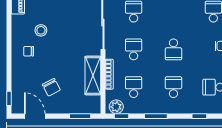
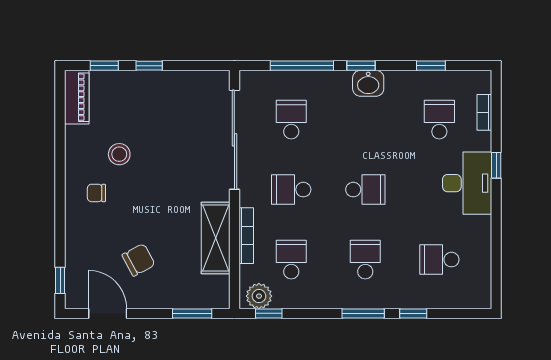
school desk: (134, 49) -> (291, 190), turned -90
school desk: (173, 49) -> (365, 190), turned -90
chair: (51, 87) -> (139, 260), turned -90
window: (156, 116) -> (363, 313), moved

